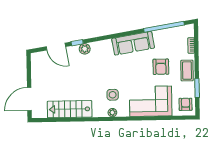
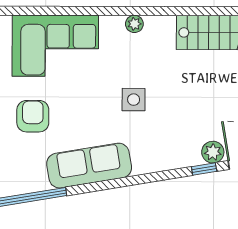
plant: (85, 49) -> (213, 152), moved
side table: (113, 95) -> (134, 100), moved

